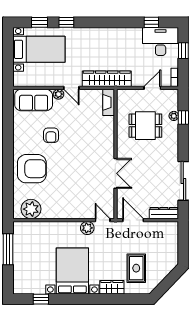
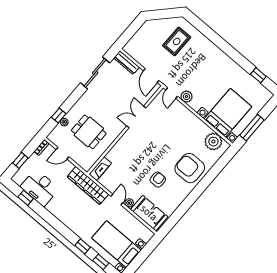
desk: (161, 41) -> (40, 188), moved
bed with nightstands: (72, 271) -> (228, 113), moved, turned 180
wardrobe: (112, 287) -> (204, 43), removed

